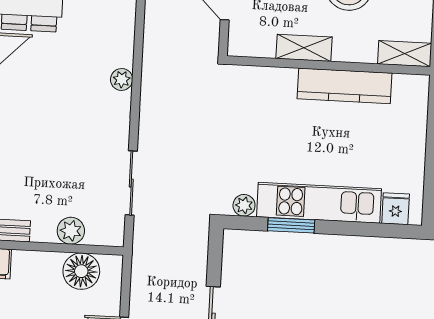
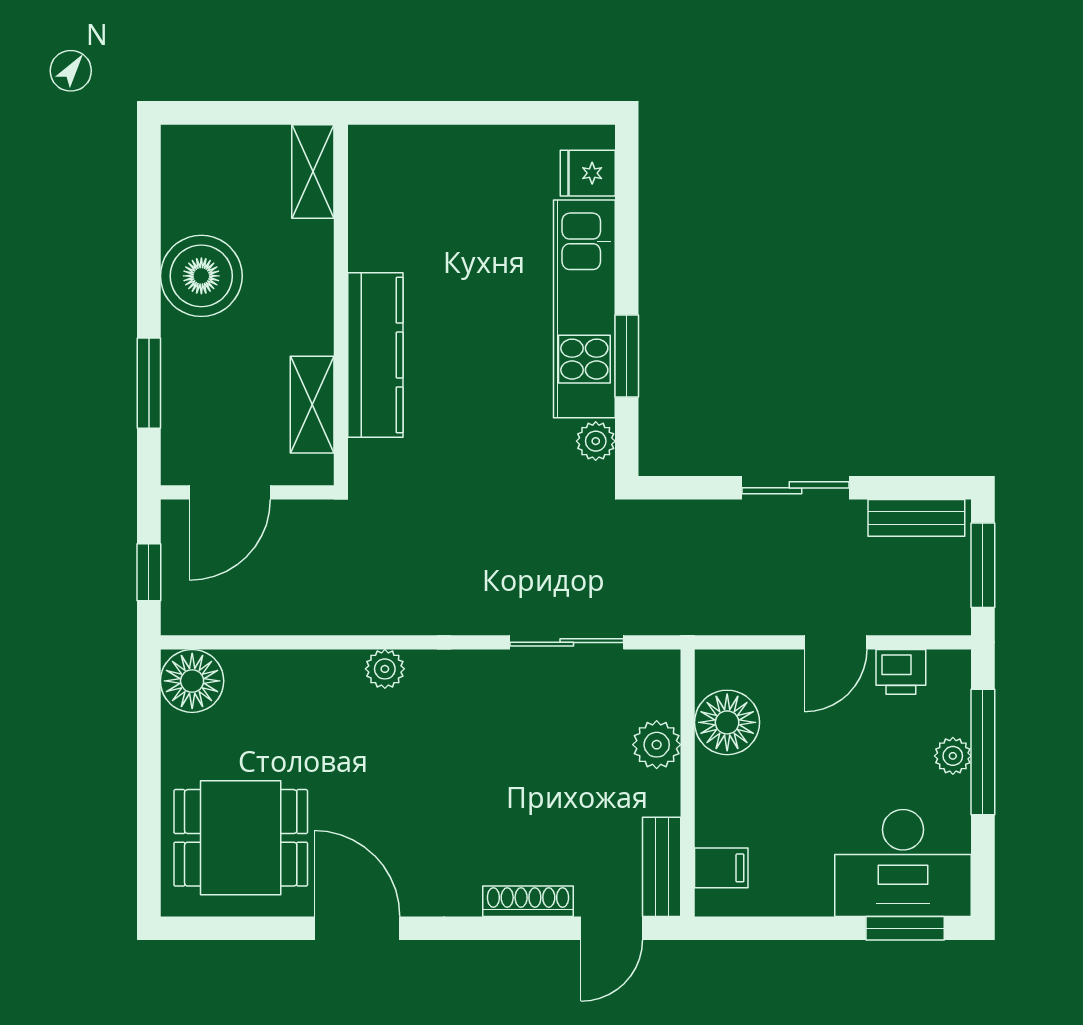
shelving: (304, 48) -> (312, 405), moved
kitchen counter: (345, 86) -> (375, 355), moved

